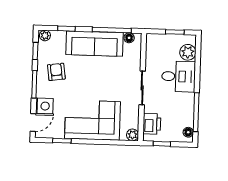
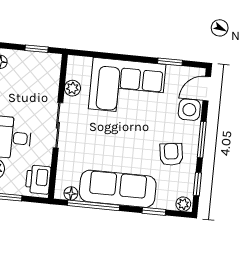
armchair: (56, 72) -> (171, 154), turned 180
printer: (152, 124) -> (38, 180), moved
plant: (133, 135) -> (72, 88), moved

